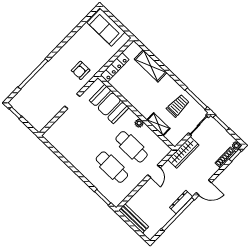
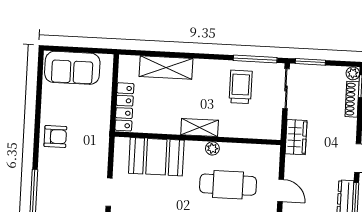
armchair: (81, 70) -> (55, 136), moved, turned -90
shelving: (158, 124) -> (200, 127), moved
wardrobe: (183, 152) -> (296, 137), width x0.67

